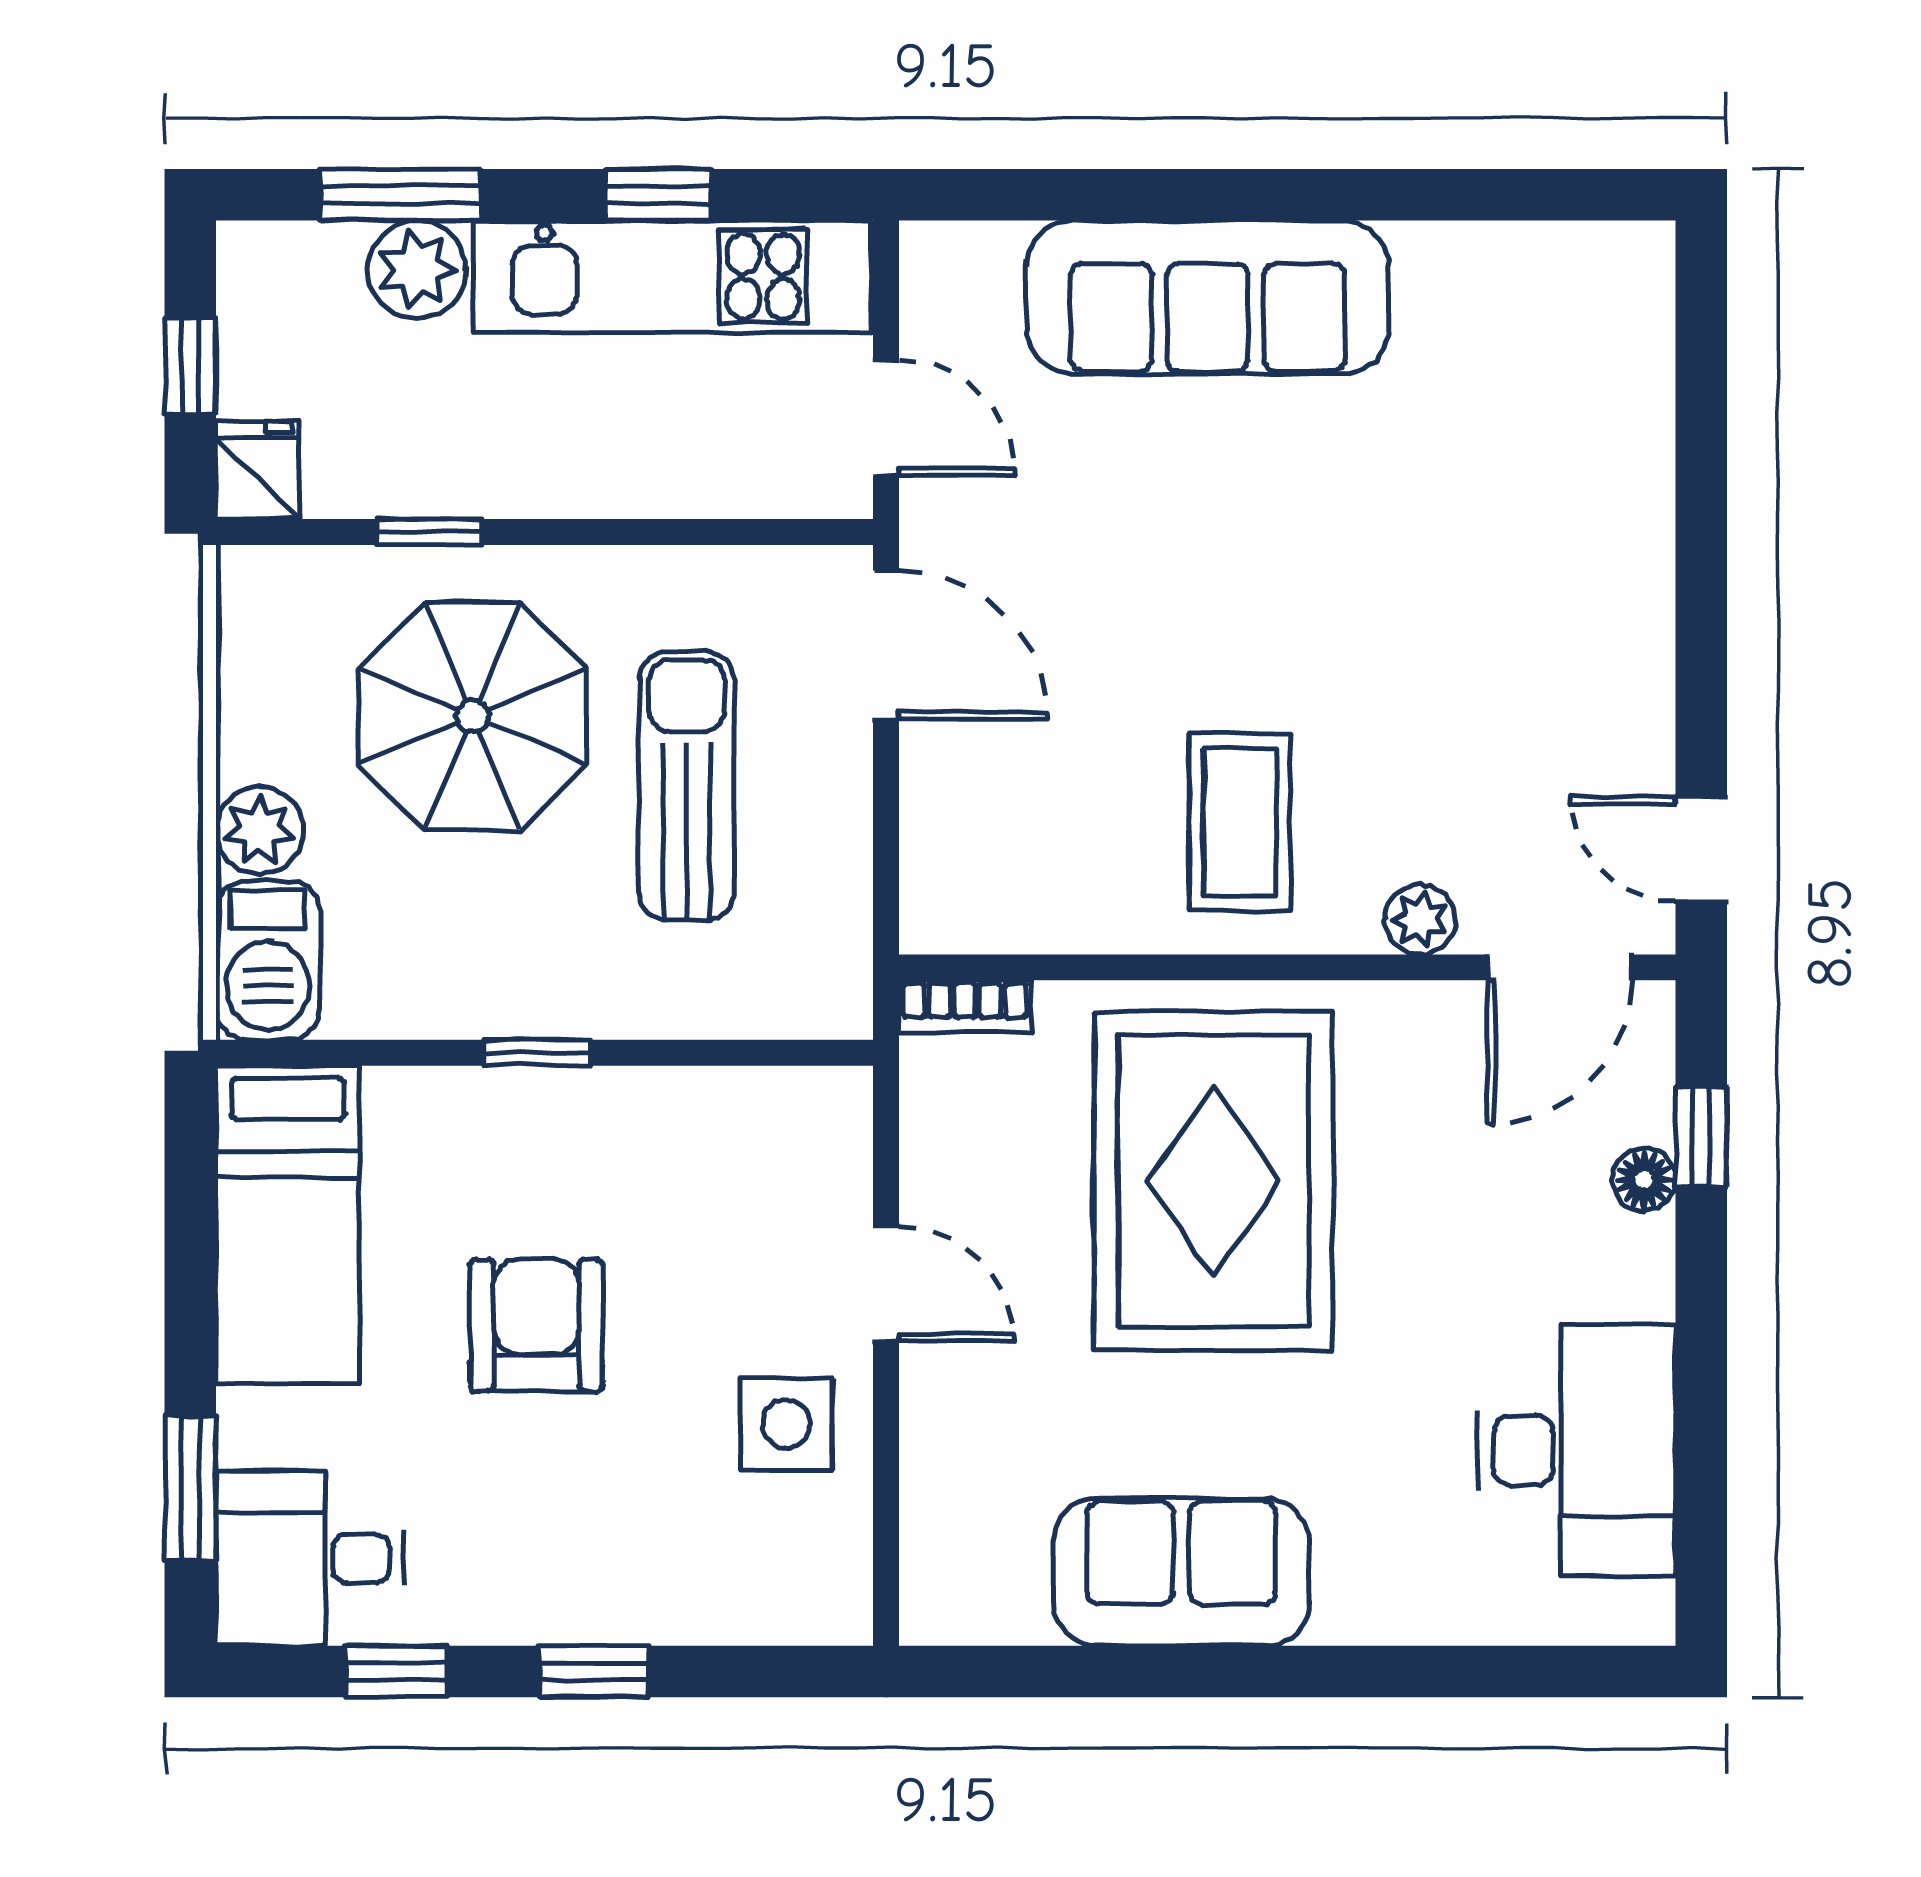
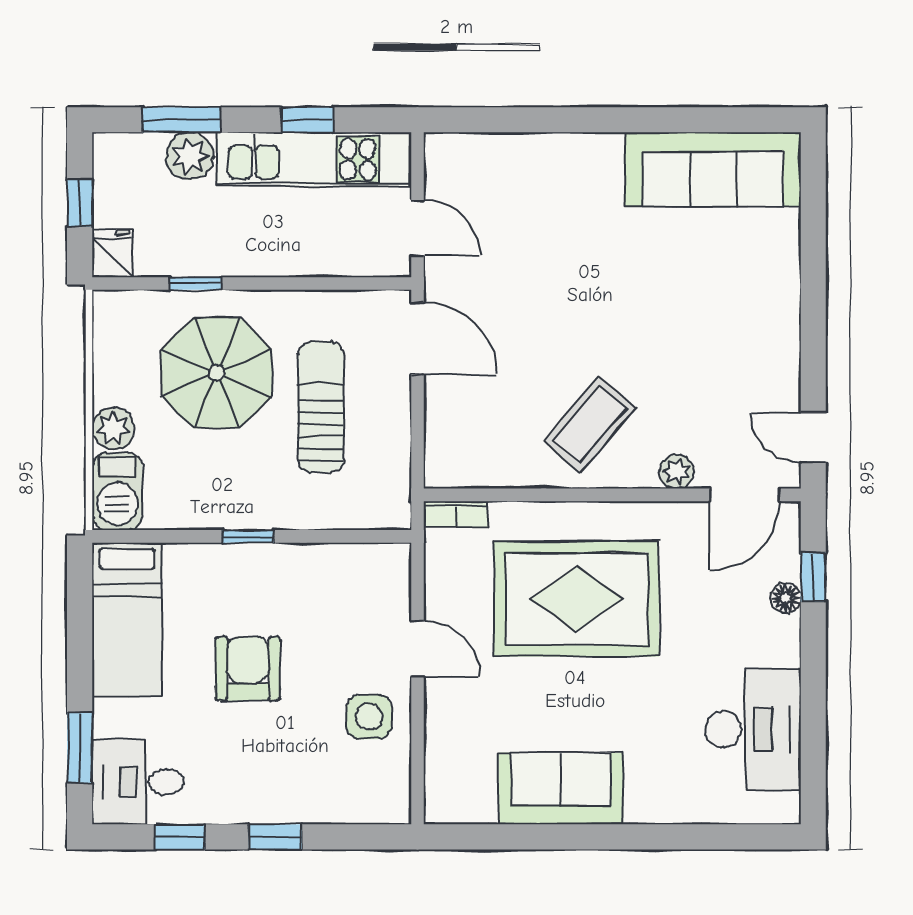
sofa: (1208, 297) -> (713, 170), moved
coffee table: (1240, 822) -> (589, 424), turned 41
rug: (1213, 1181) -> (577, 599), turned 90

